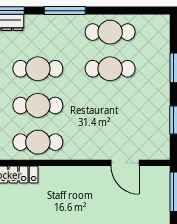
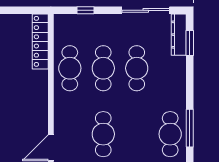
window: (65, 11) -> (190, 128), moved
cafe table: (110, 69) -> (103, 134), moved

